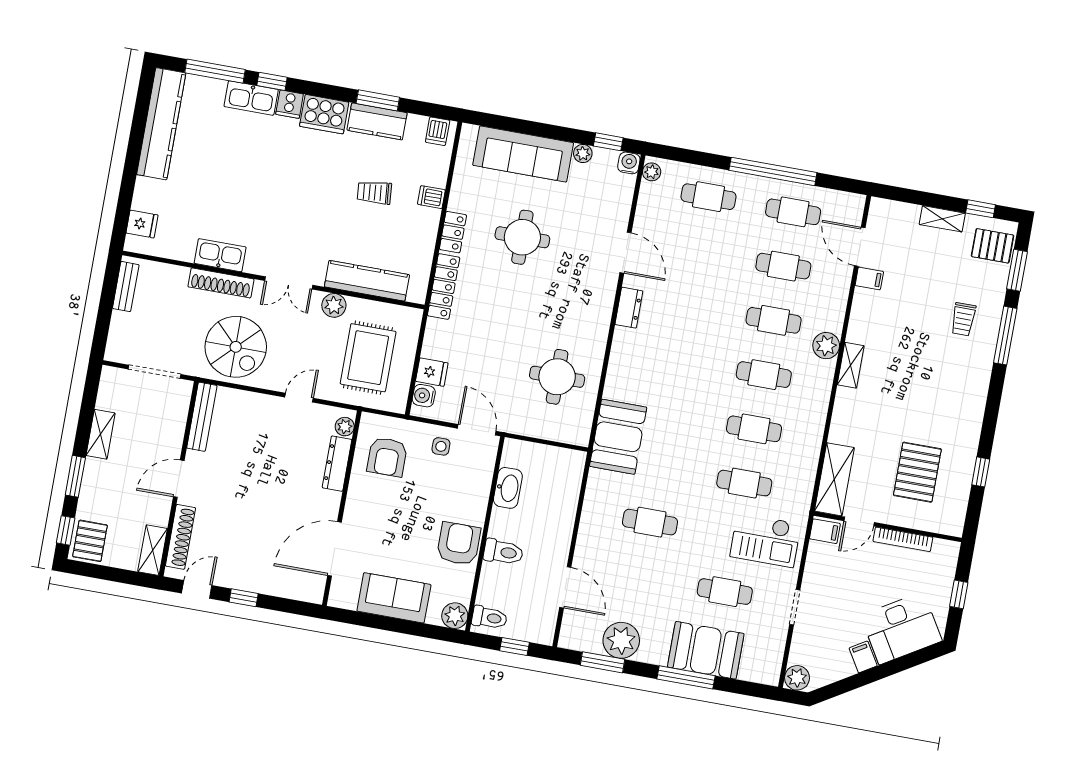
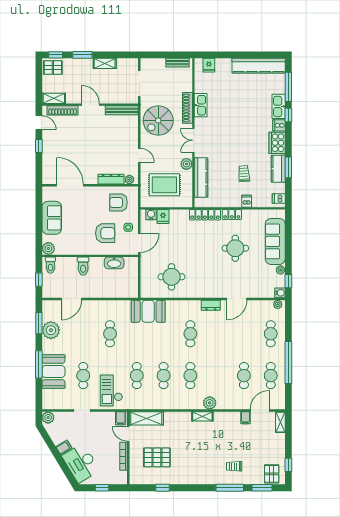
shelving: (942, 219) -> (280, 422), moved
cafe table: (774, 320) -> (190, 334), moved
armchair: (459, 544) -> (105, 233), moved

